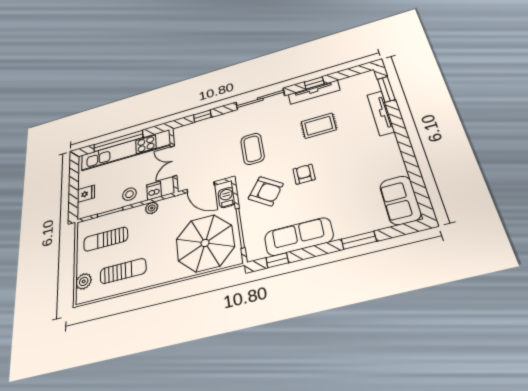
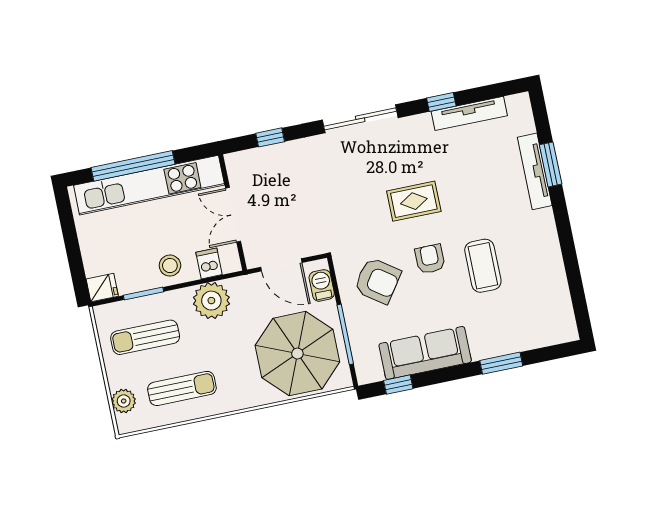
window: (386, 89) -> (551, 164), moved
tv unit: (314, 92) -> (469, 113), moved
rug: (319, 126) -> (414, 201), moved
coffee table: (253, 149) -> (483, 266), moved
fridge: (86, 194) -> (102, 288), moved
sofa: (400, 200) -> (554, 311), removed
plant: (152, 208) -> (211, 301), width x1.88, depth x1.88

